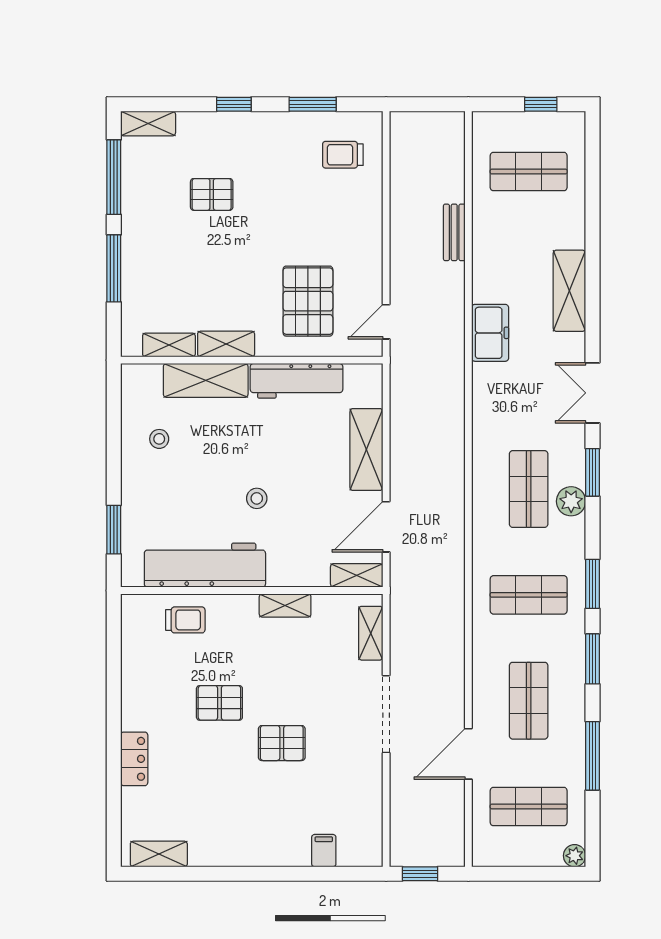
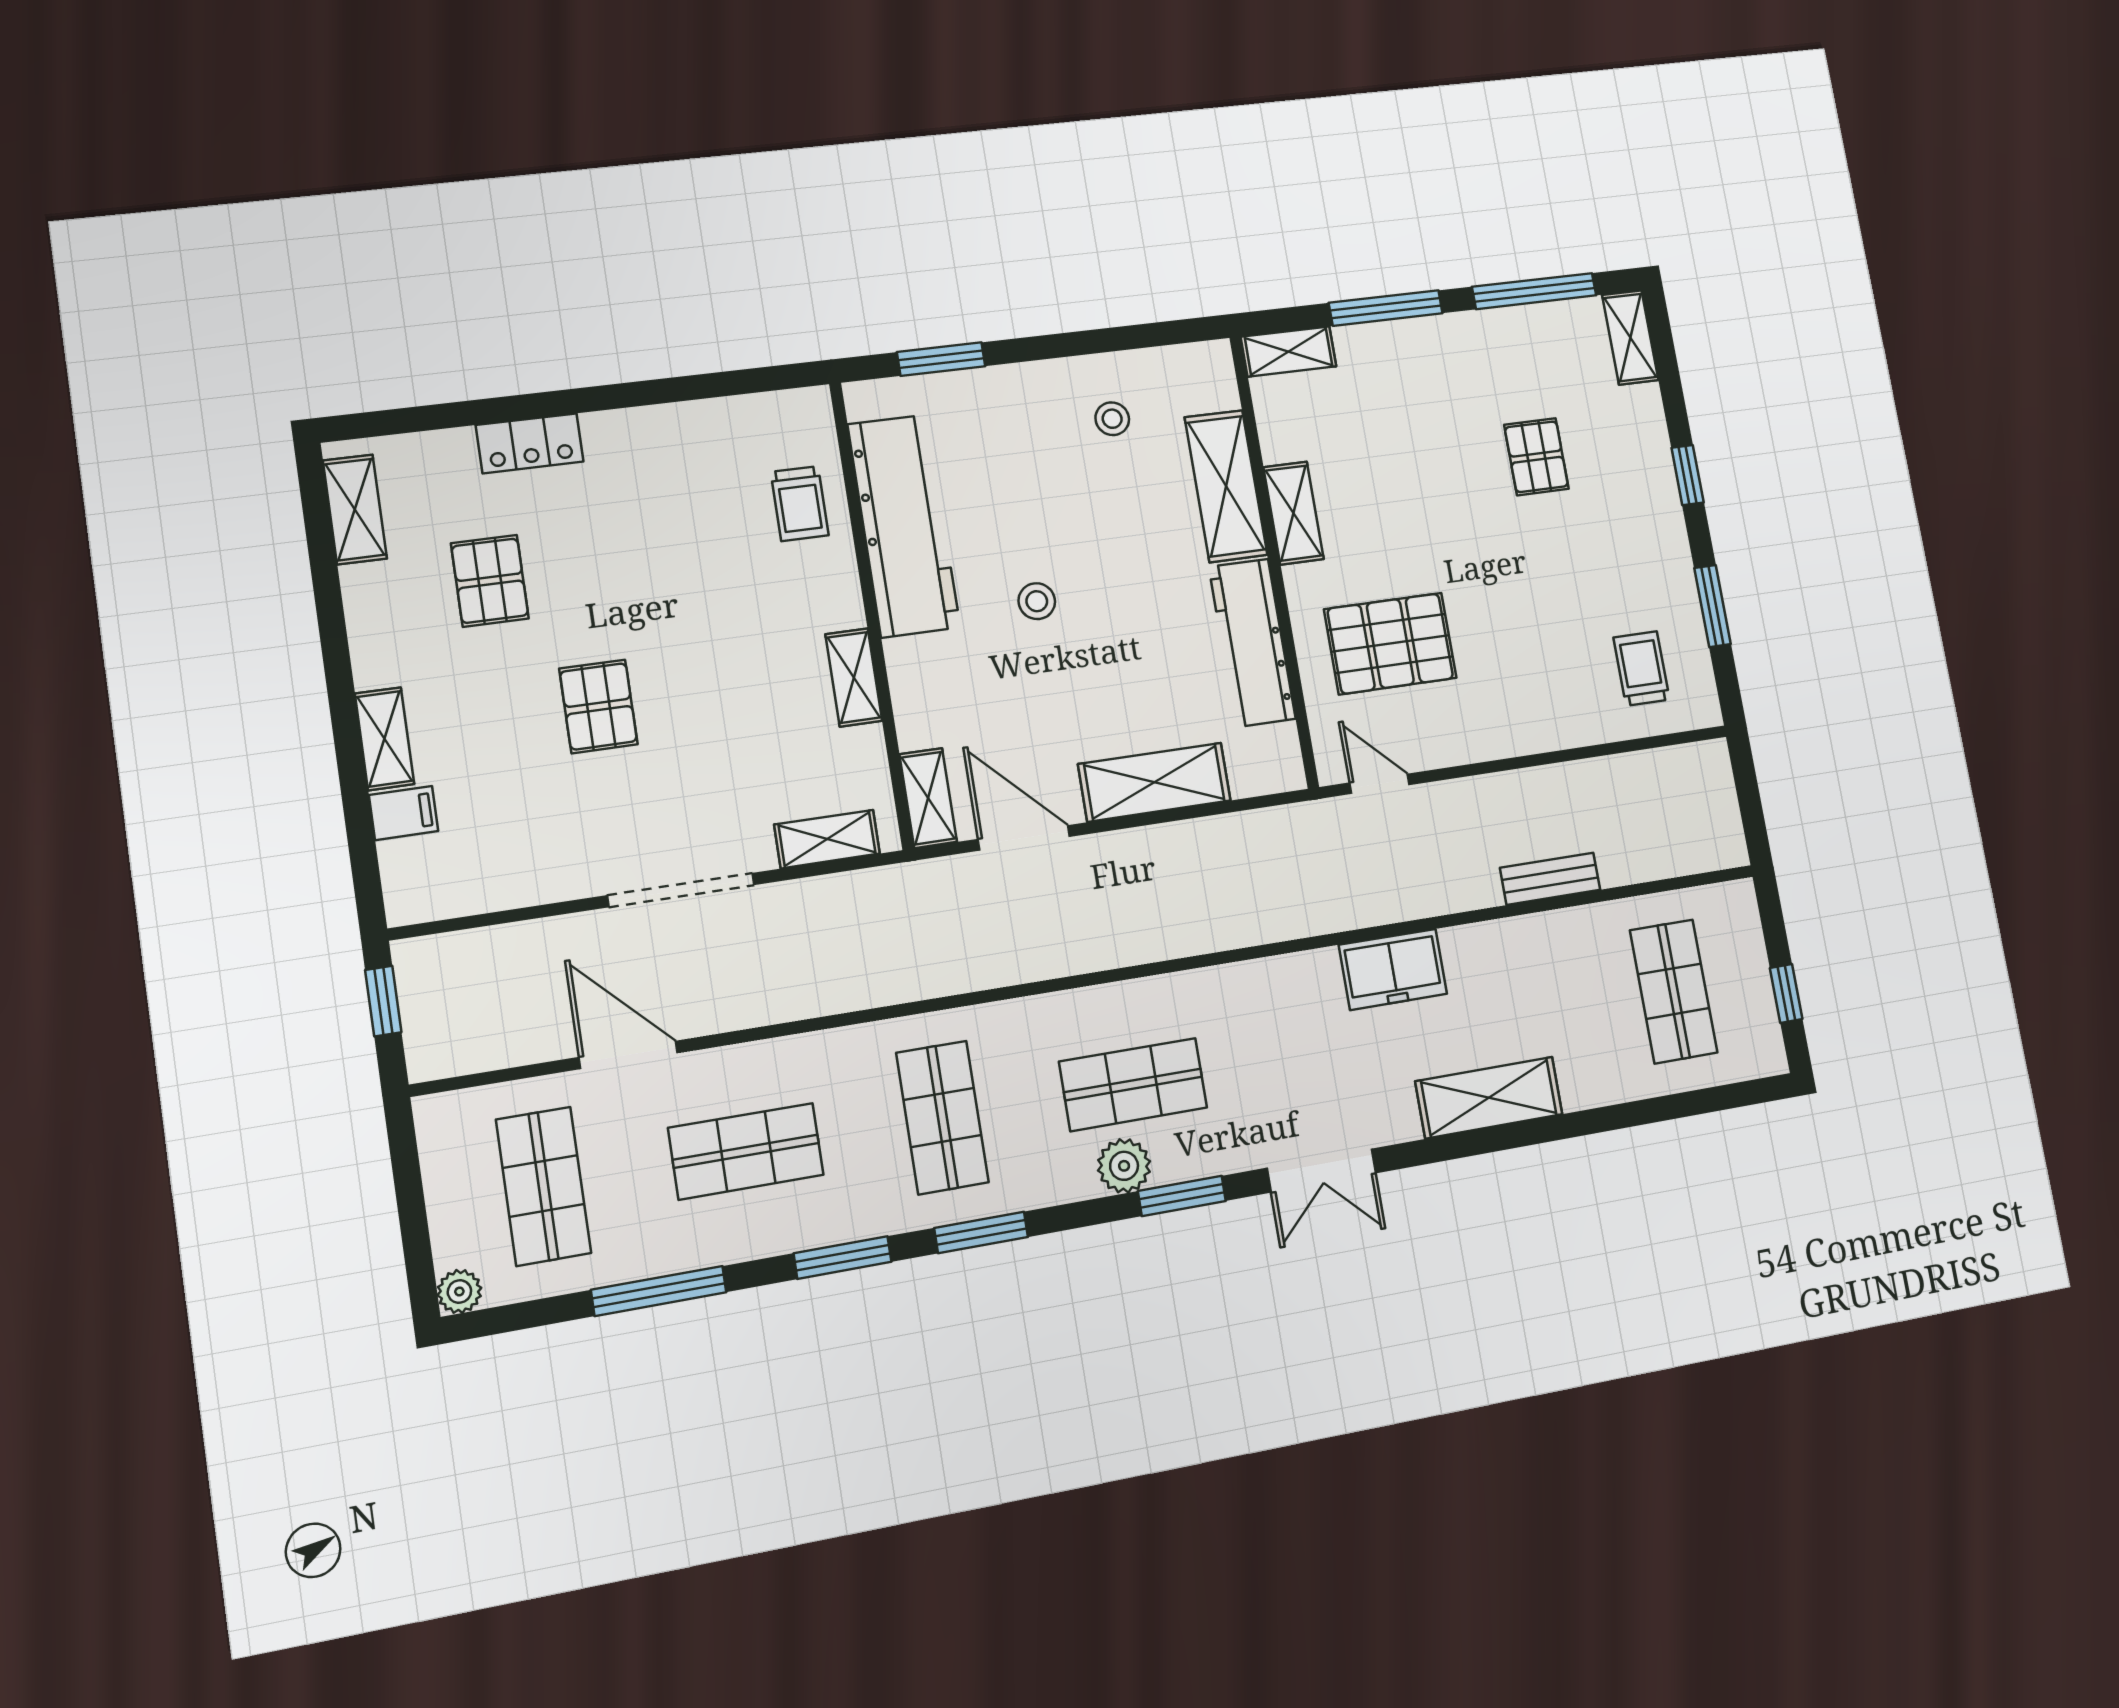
shelving: (169, 345) -> (1289, 351), moved, turned 90
double door: (593, 393) -> (1322, 1171), swing flipped
pallet: (219, 703) -> (490, 581), moved
shelving: (283, 855) -> (384, 739), added

